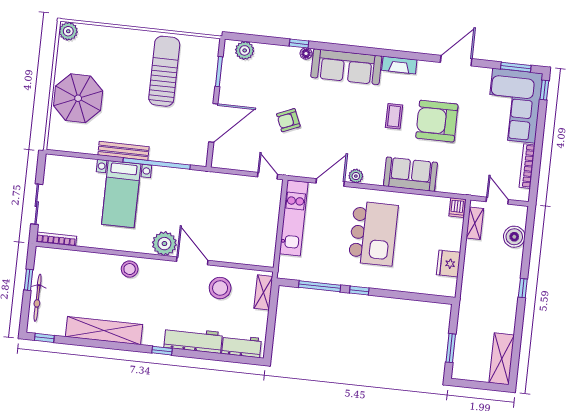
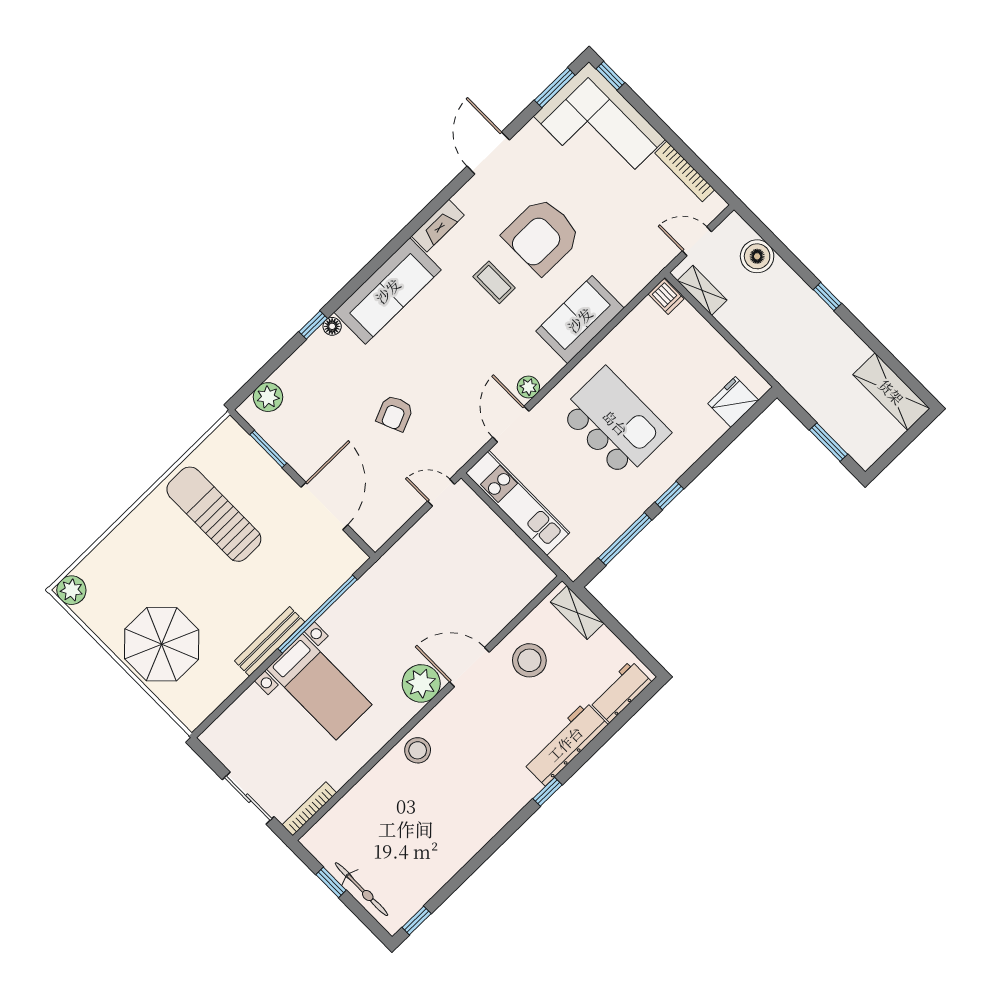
fridge: (448, 264) -> (733, 402), moved, turned 90
shelving: (104, 331) -> (466, 842), removed

